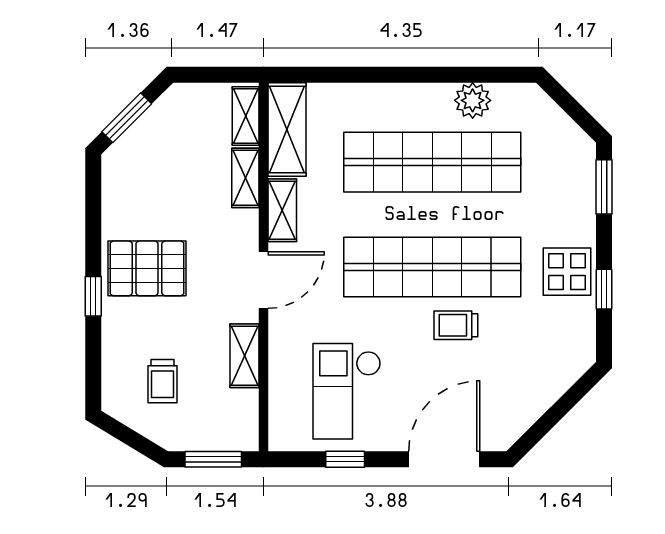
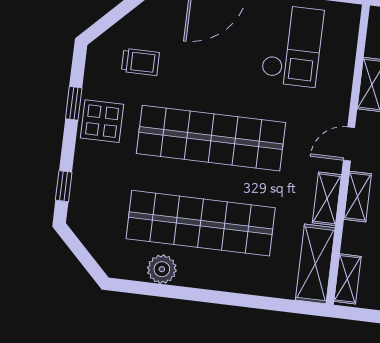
shelving: (245, 178) -> (358, 197), moved
window: (604, 187) -> (64, 186), width x0.67
door: (264, 280) -> (349, 144), width x0.73
trolley: (456, 325) -> (140, 62), moved

